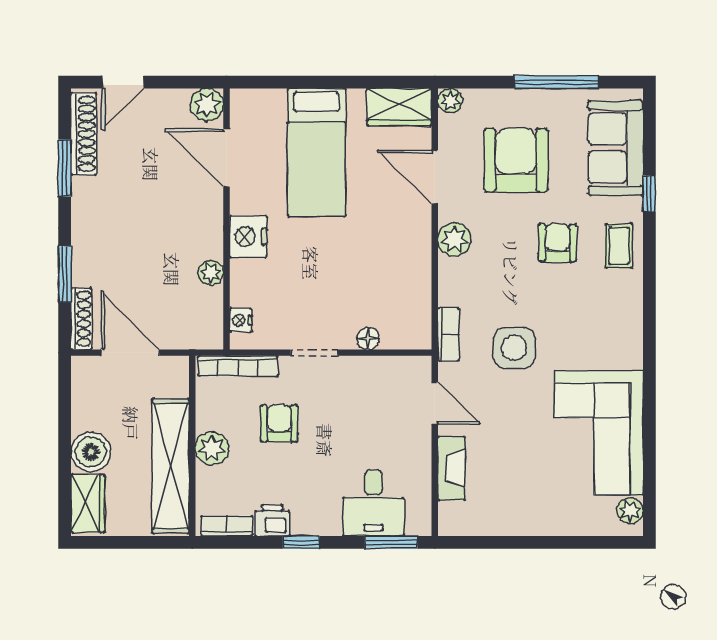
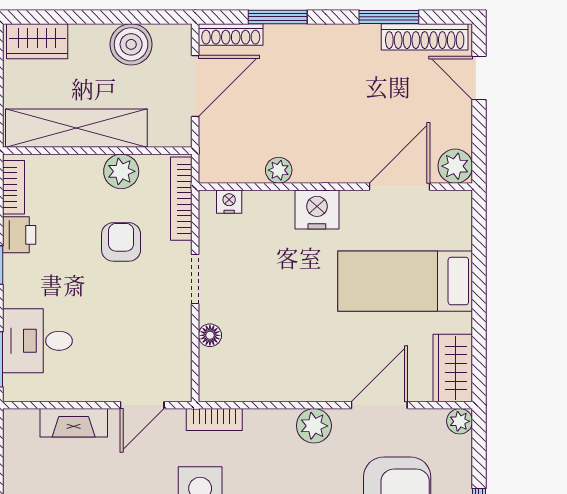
armchair: (279, 423) -> (121, 242), turned -90
plant: (212, 448) -> (121, 171), moved
boiler: (91, 452) -> (131, 44), moved

